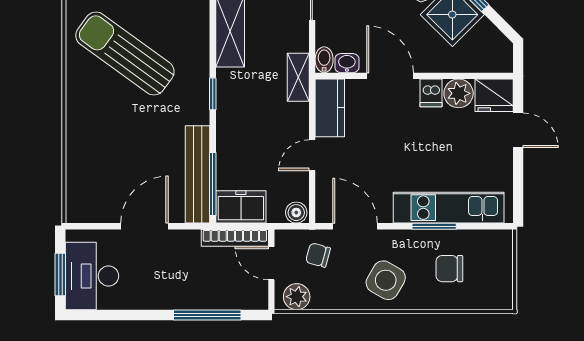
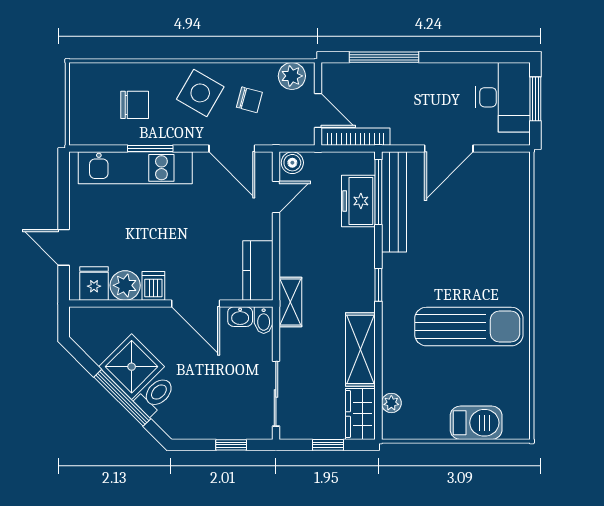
sun lounger: (125, 54) -> (469, 327), turned -36
fridge: (494, 95) -> (94, 284), width x0.72
door: (312, 155) -> (276, 197), moved
freezer: (241, 207) -> (358, 201), moved, turned 90
chair: (318, 255) -> (249, 100), moved

